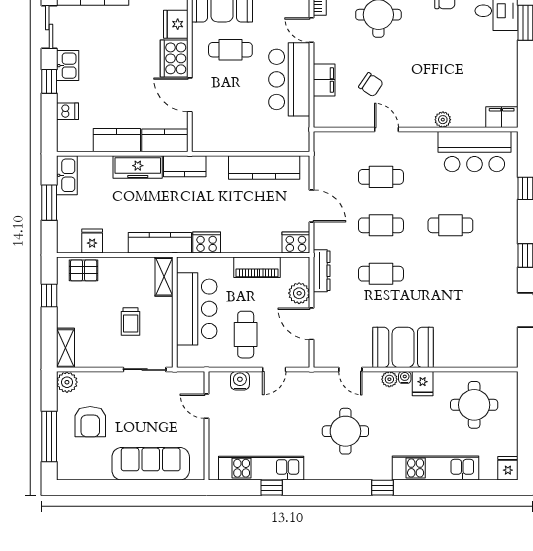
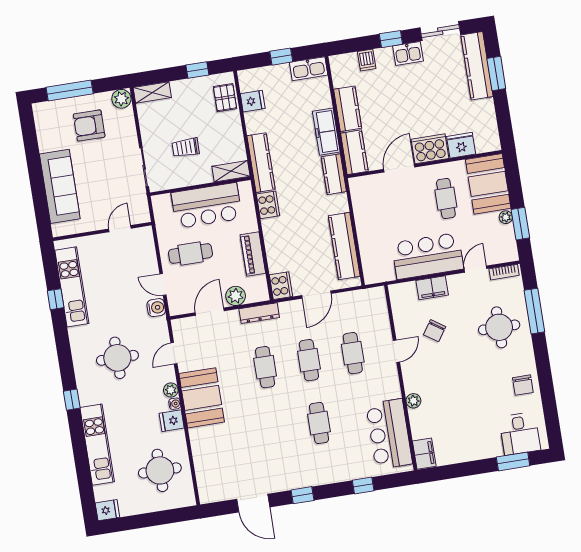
window: (49, 203) -> (281, 57), width x0.67
water cooler: (240, 381) -> (156, 308), moved

